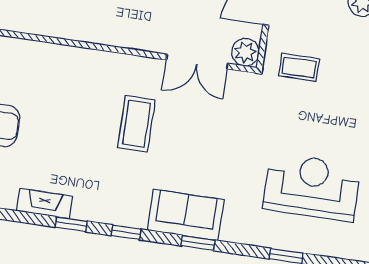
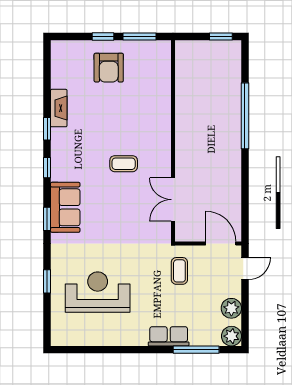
plant: (245, 52) -> (184, 232), removed
coffee table: (136, 124) -> (124, 164), width x0.73, depth x0.77
reception desk: (312, 187) -> (98, 292), turned -90

